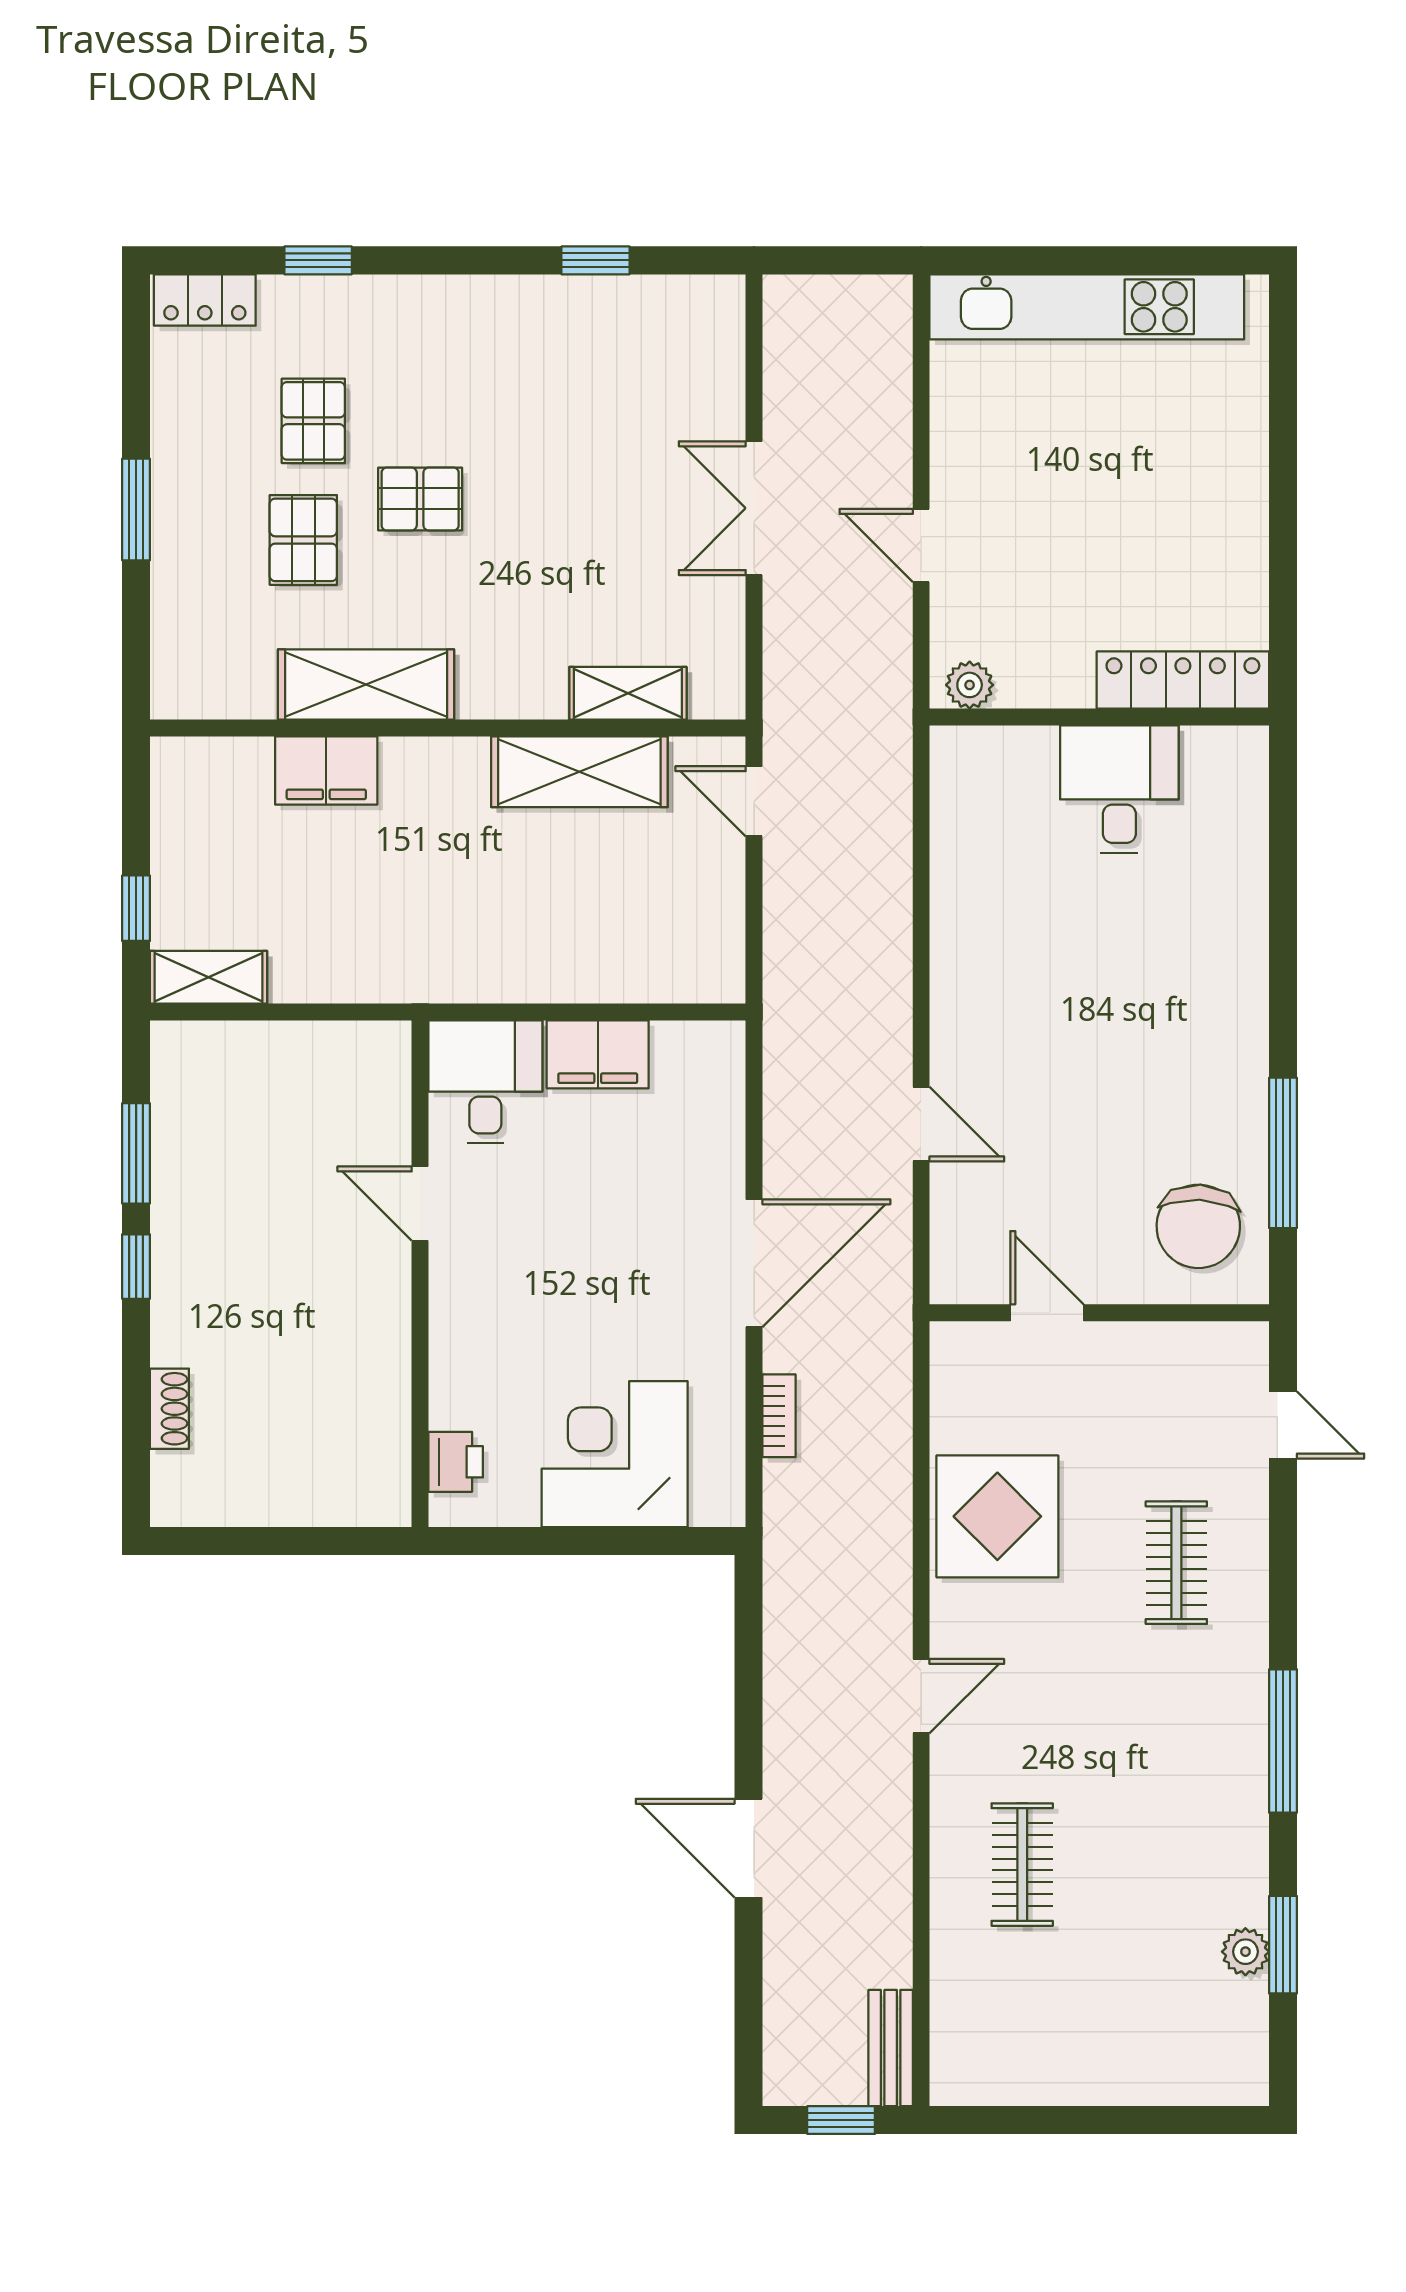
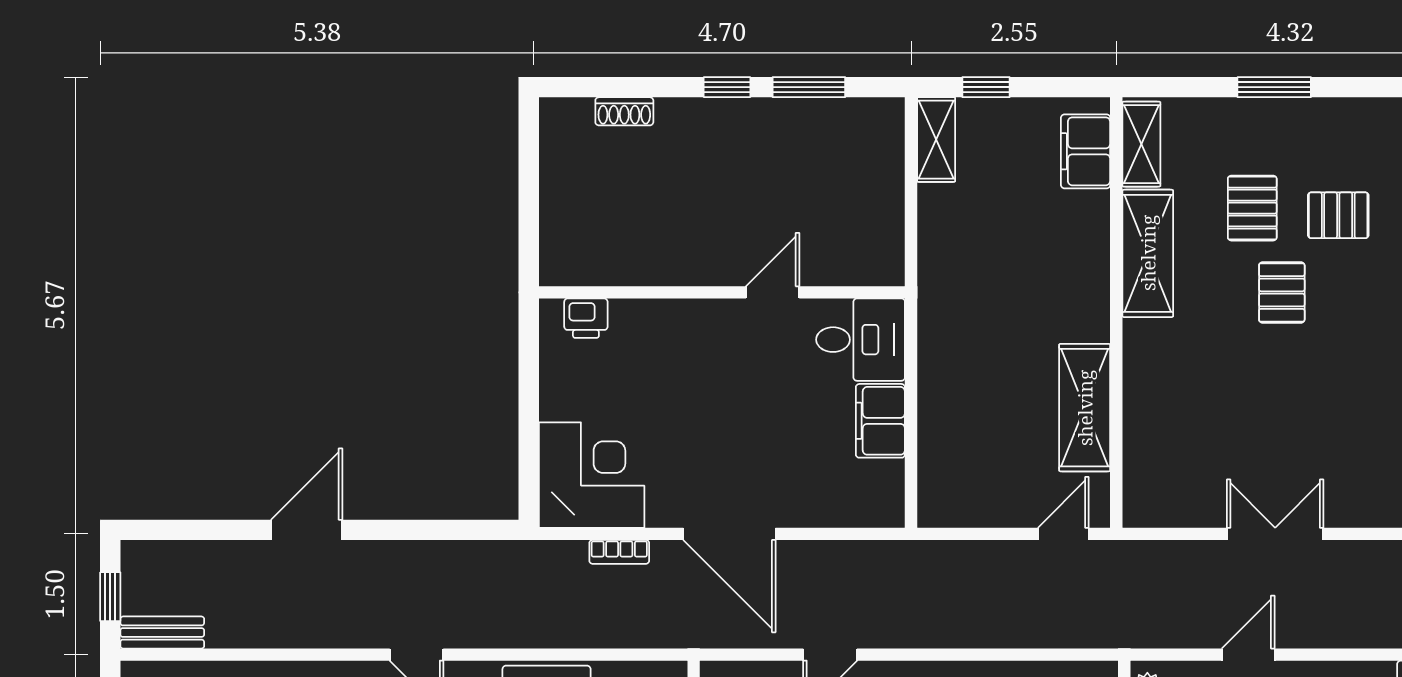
pallet: (303, 540) -> (1252, 208), turned 90
shelving: (628, 693) -> (1141, 144), moved
filing cabinet: (326, 771) -> (1086, 151), moved
corner desk: (615, 1454) -> (592, 475), moved

